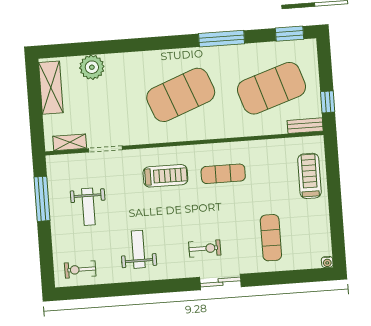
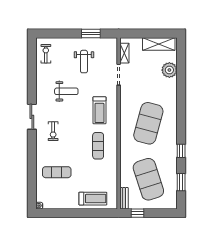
window: (290, 34) -> (181, 182), moved
window: (222, 39) -> (181, 151), width x0.46
exercise mat: (181, 95) -> (148, 123), turned 36
window: (42, 199) -> (91, 33), width x0.69
weight bench: (88, 207) -> (84, 62), turned -90
weight bench: (138, 249) -> (66, 91), moved
sliding door: (221, 282) -> (32, 117), moved

